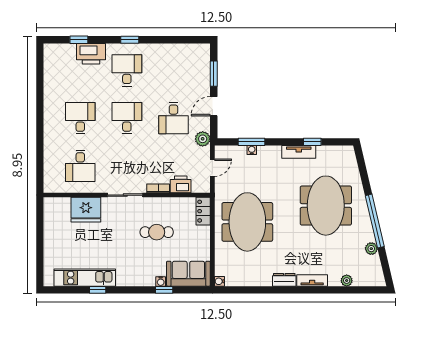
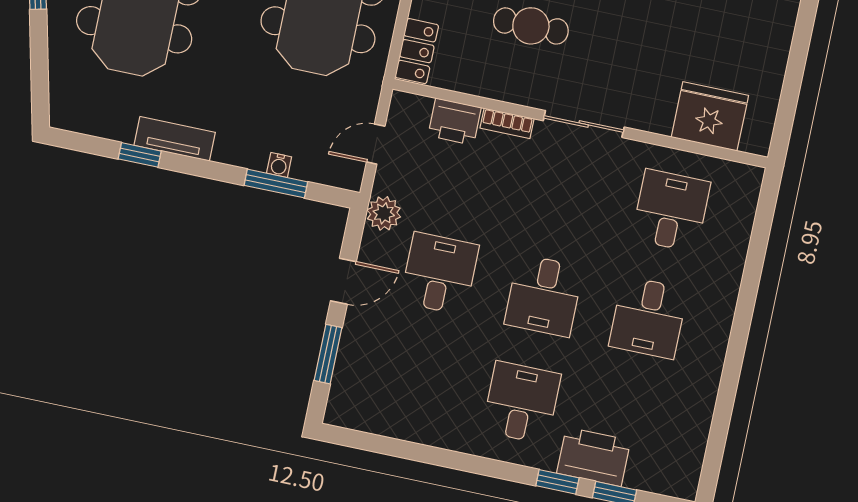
window: (130, 40) -> (557, 482), moved
desk: (127, 70) -> (521, 403), turned 180
fridge: (86, 210) -> (710, 116), moved

